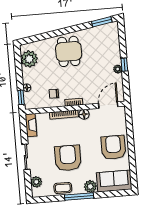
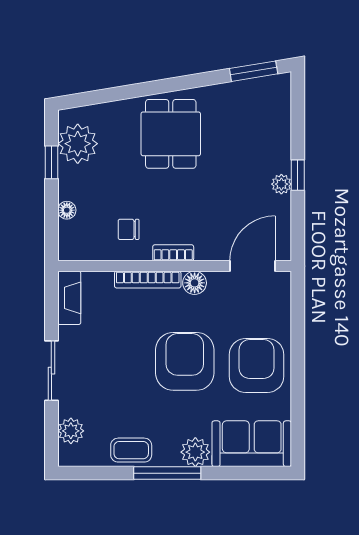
window: (21, 97) -> (51, 162), moved
armchair: (68, 158) -> (185, 361), moved

